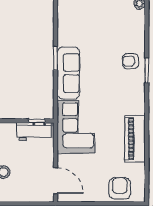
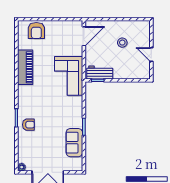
sofa: (68, 73) -> (74, 143), moved, width x0.73
door: (56, 181) -> (84, 36), swing flipped

